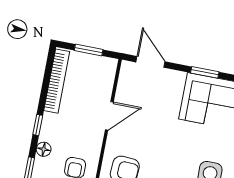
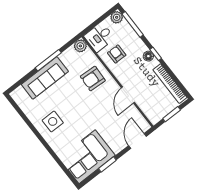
door: (150, 62) -> (137, 141), swing flipped
floor lamp: (44, 149) -> (148, 56), moved

